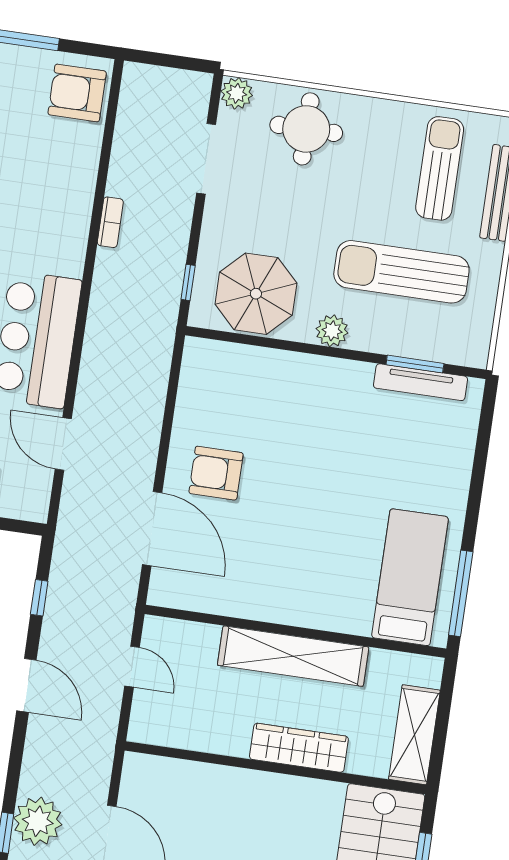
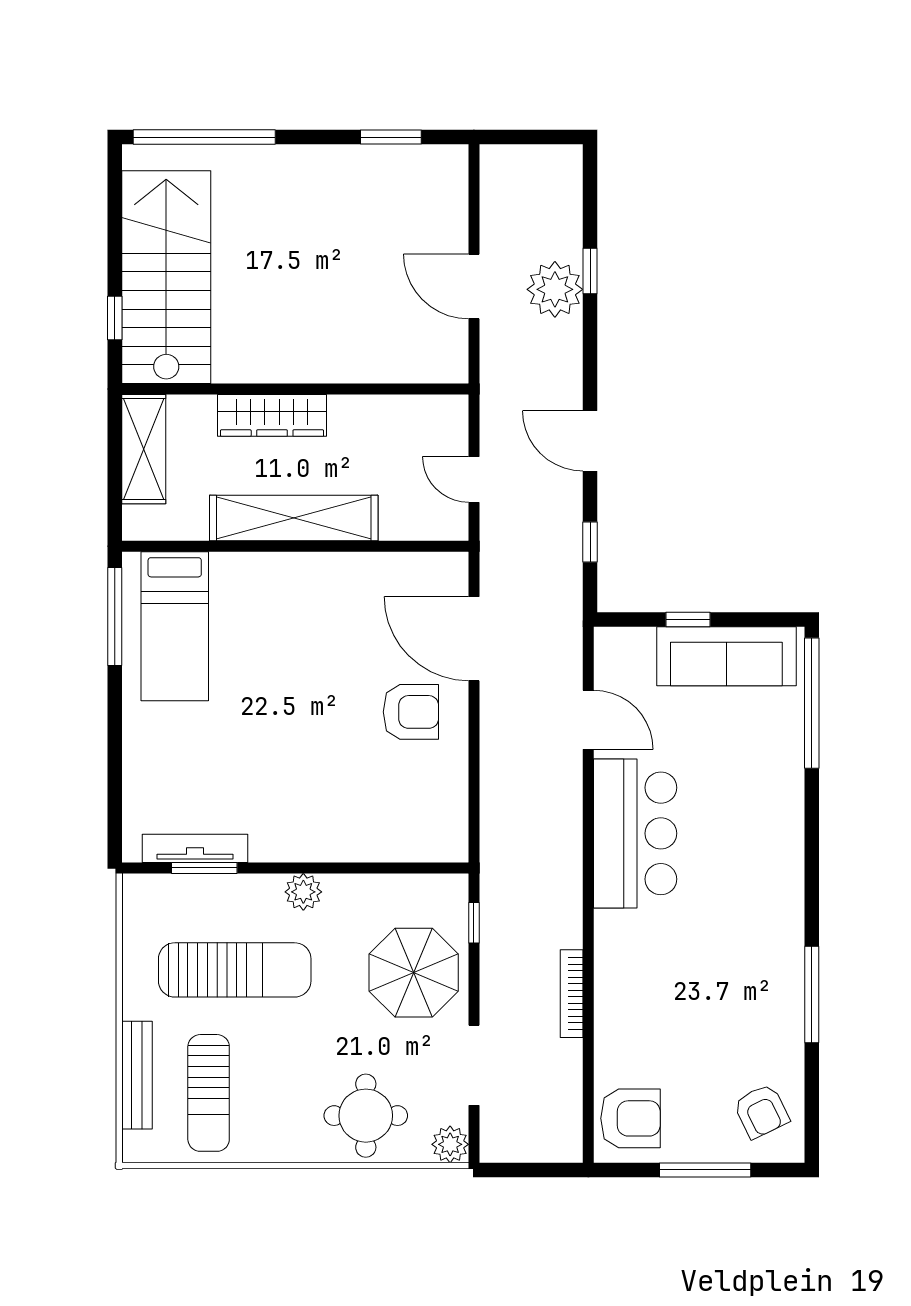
bookcase: (110, 222) -> (572, 994), width x1.56
parasol: (256, 294) -> (414, 973), moved

